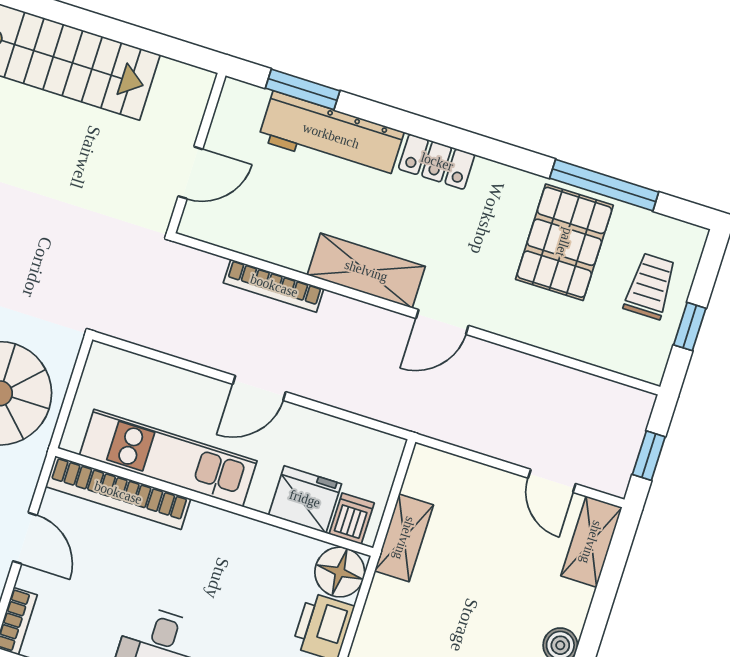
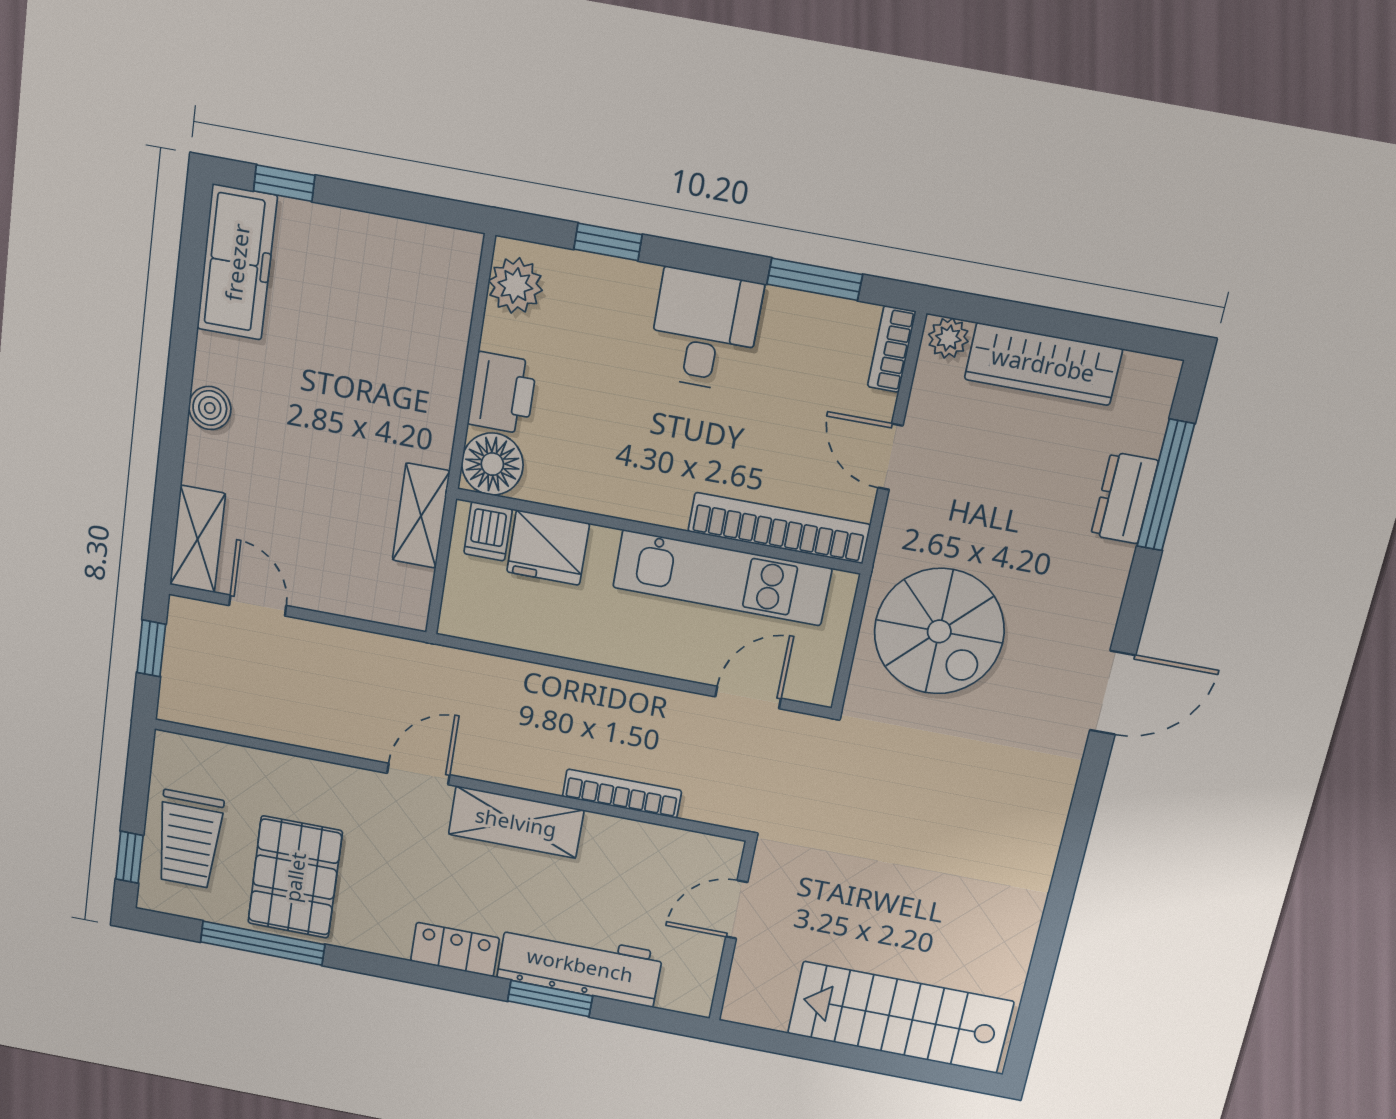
window: (303, 89) -> (550, 998), moved
trolley: (650, 286) -> (189, 839), width x1.36, depth x1.39
window: (690, 327) -> (129, 857), moved
door: (259, 388) -> (748, 697), moved

